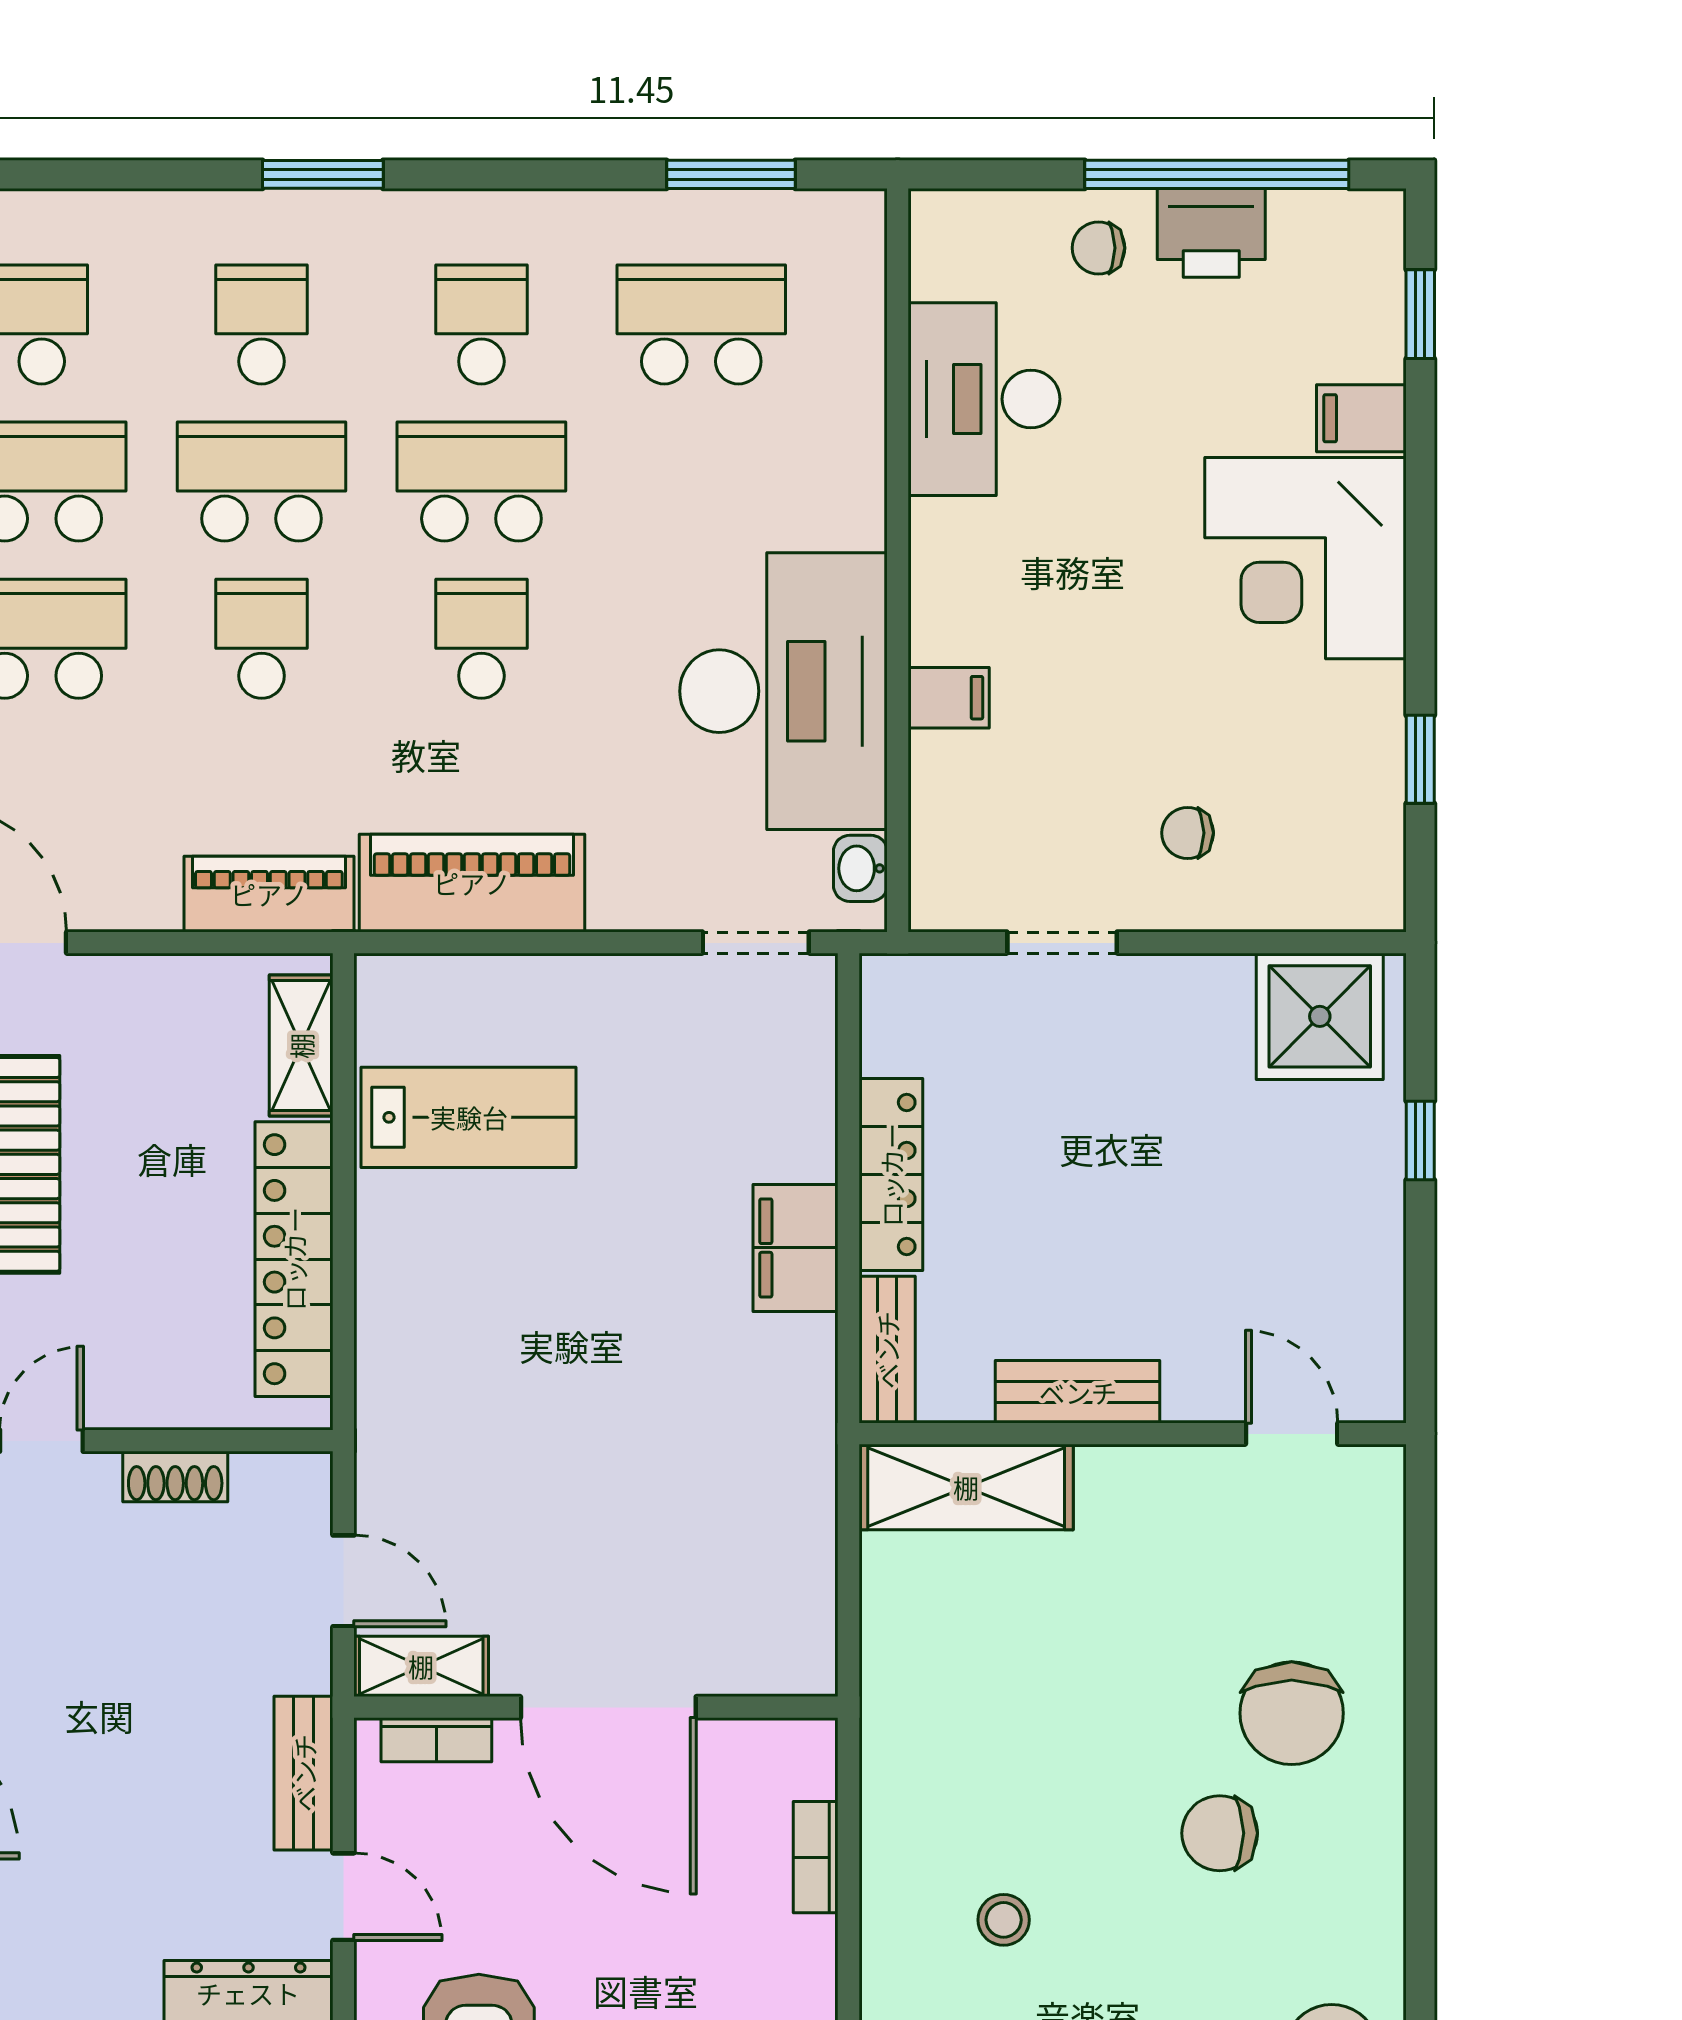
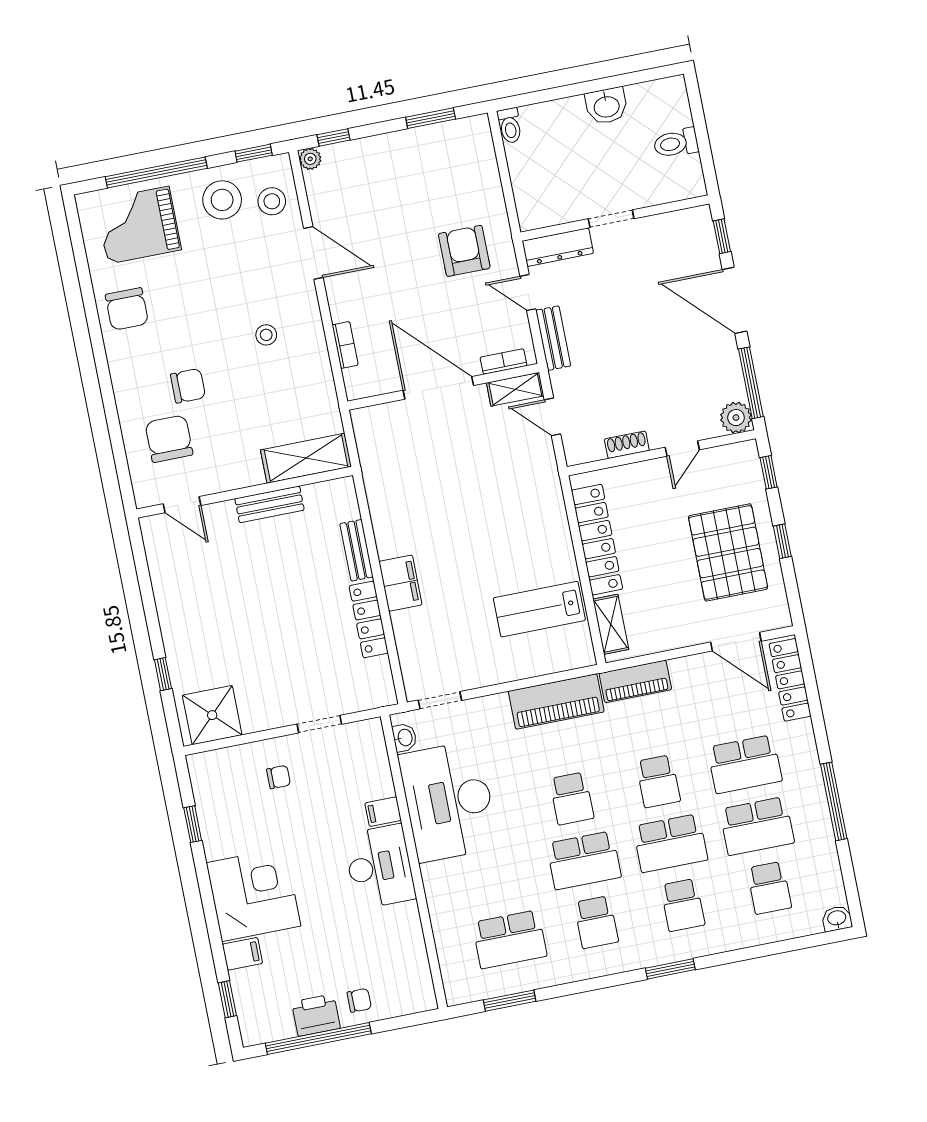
desk: (984, 399) -> (380, 867), moved
bench: (1078, 1392) -> (270, 504), moved
wall: (1133, 1434) -> (245, 492), moved
door: (1292, 1434) -> (182, 505), moved
shelving: (966, 1487) -> (306, 458), moved

